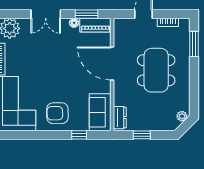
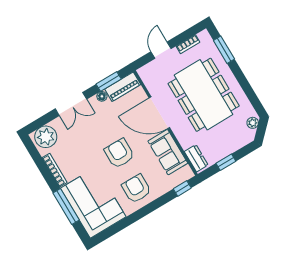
dining table: (156, 70) -> (204, 95), width x1.36, depth x1.24
armchair: (61, 77) -> (119, 153), added
sofa: (100, 112) -> (168, 152), moved
armchair: (57, 113) -> (136, 189), turned 91
window: (79, 135) -> (182, 188), moved

